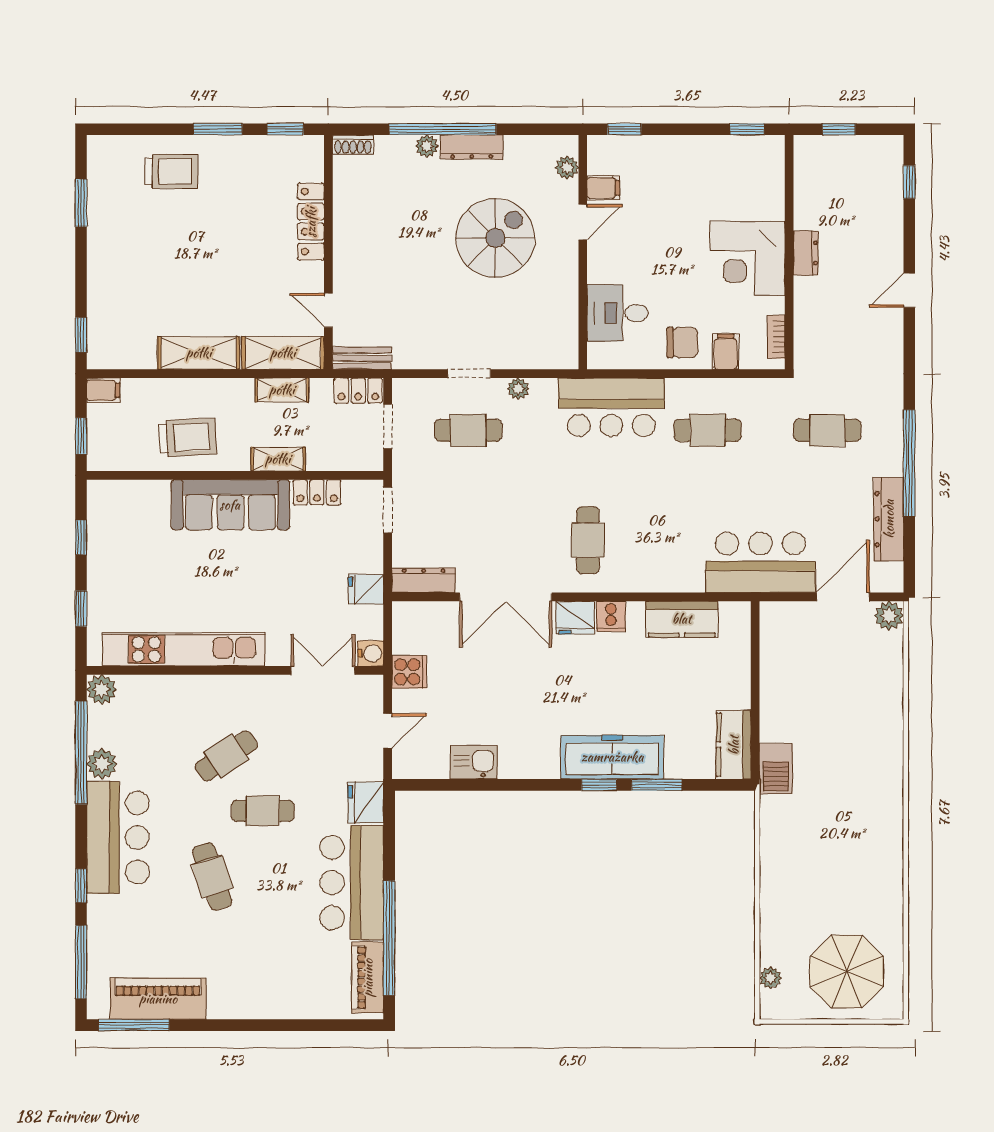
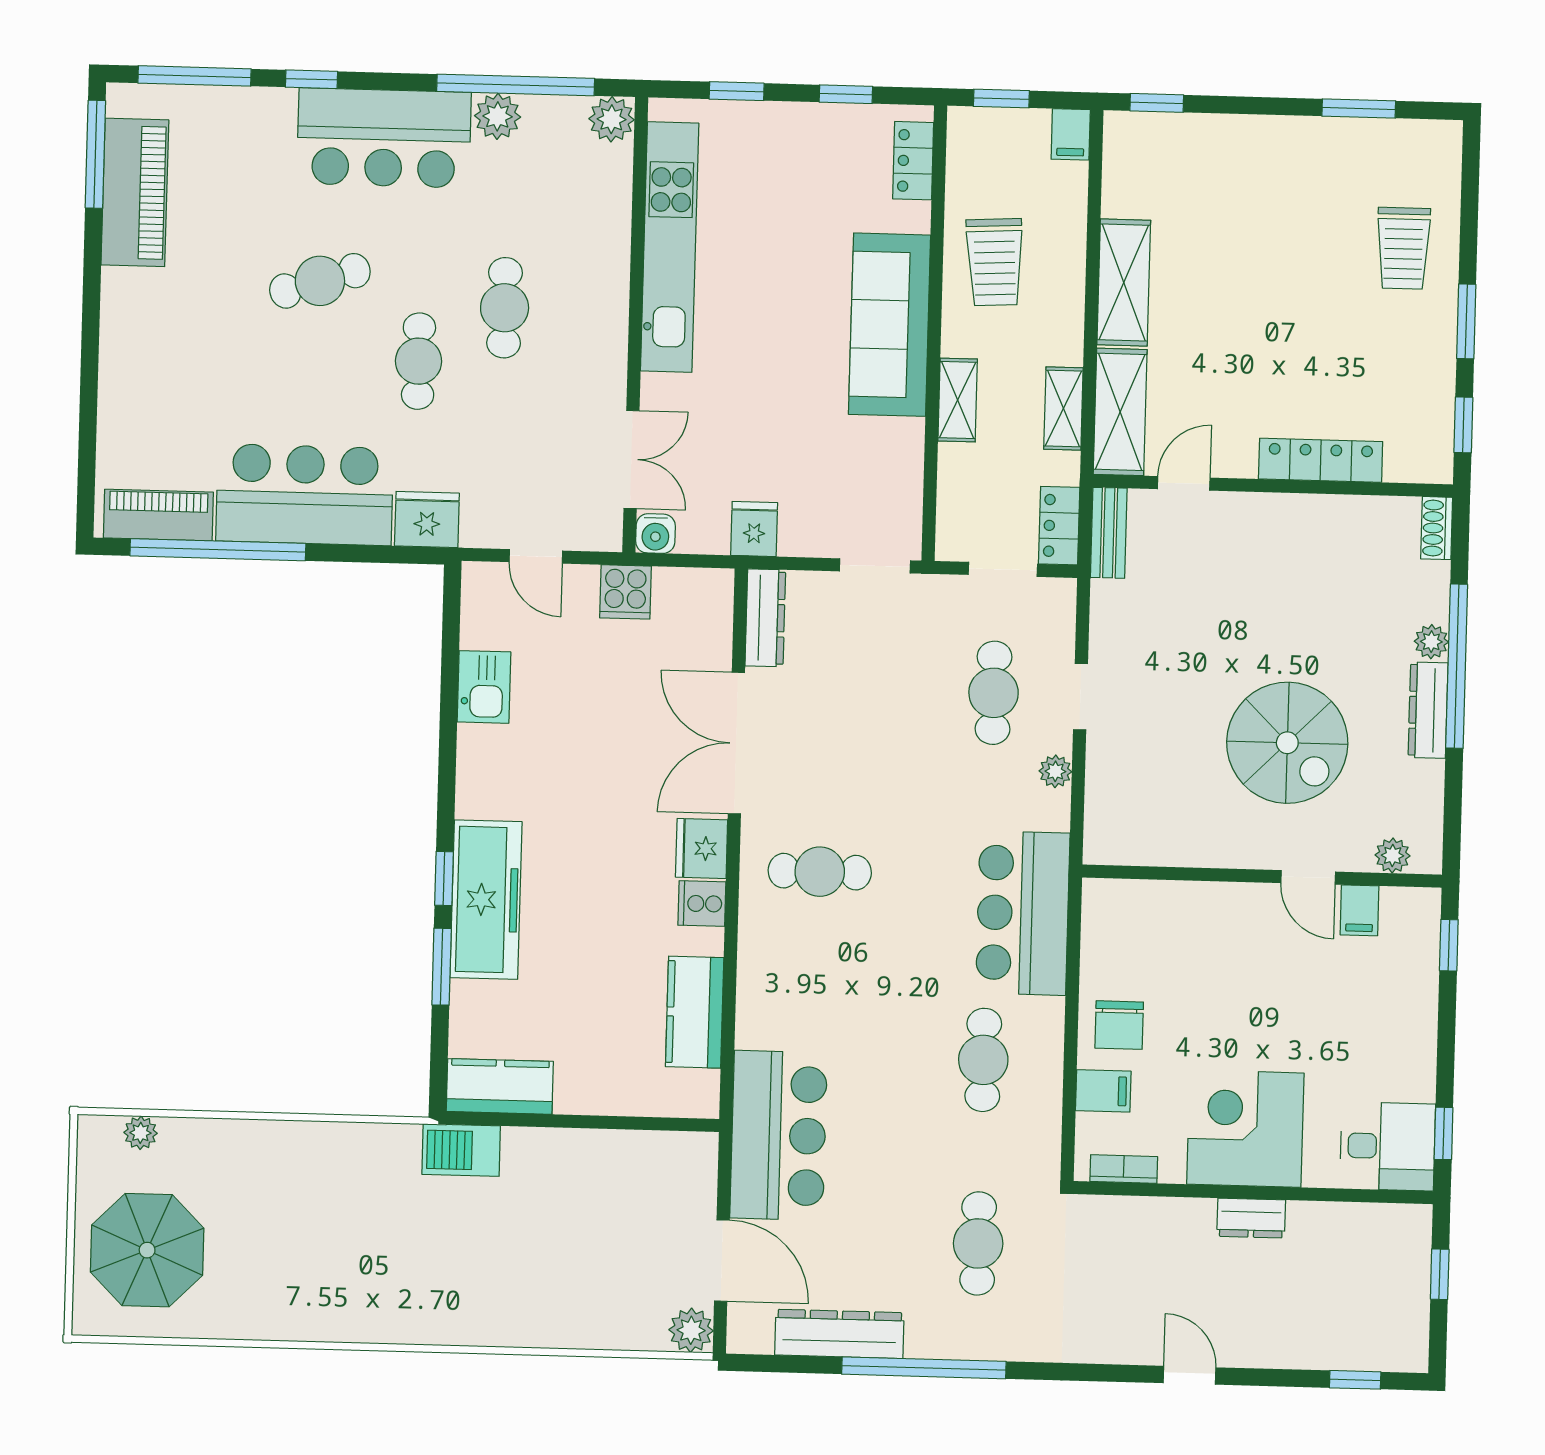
desk: (618, 313) -> (1388, 1146), moved, turned 90
locker: (317, 492) -> (913, 161), moved
cafe table: (226, 756) -> (505, 308), turned 34

